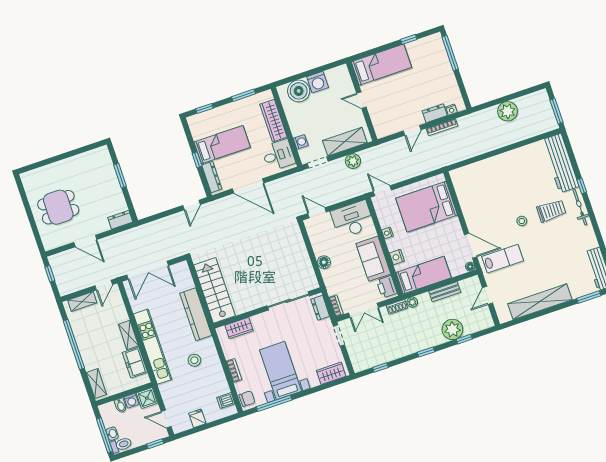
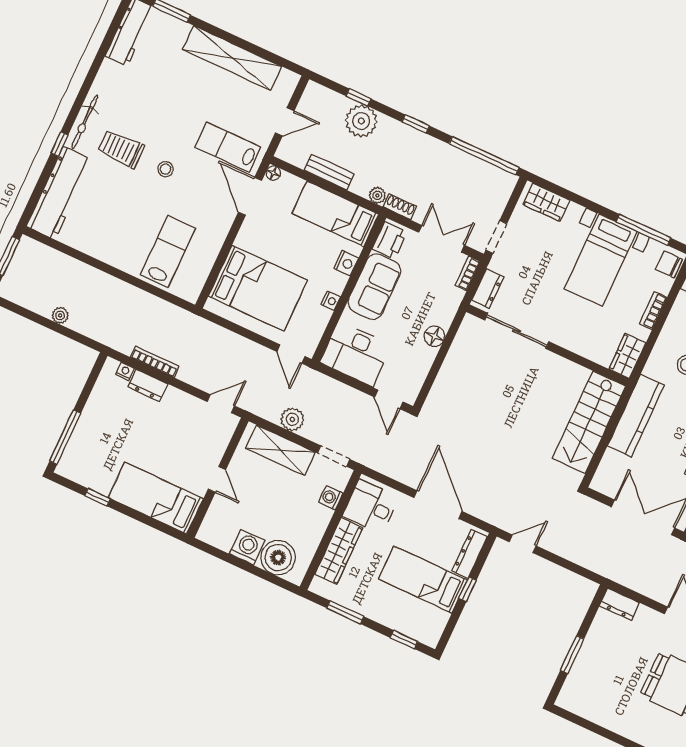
plant: (508, 111) -> (60, 315), width x0.53, depth x0.53
door: (412, 130) -> (221, 404), moved
lab bench: (484, 184) -> (168, 251), added
wardrobe: (239, 328) -> (627, 356), moved, turned -90
window: (380, 367) -> (484, 156), width x3.17

